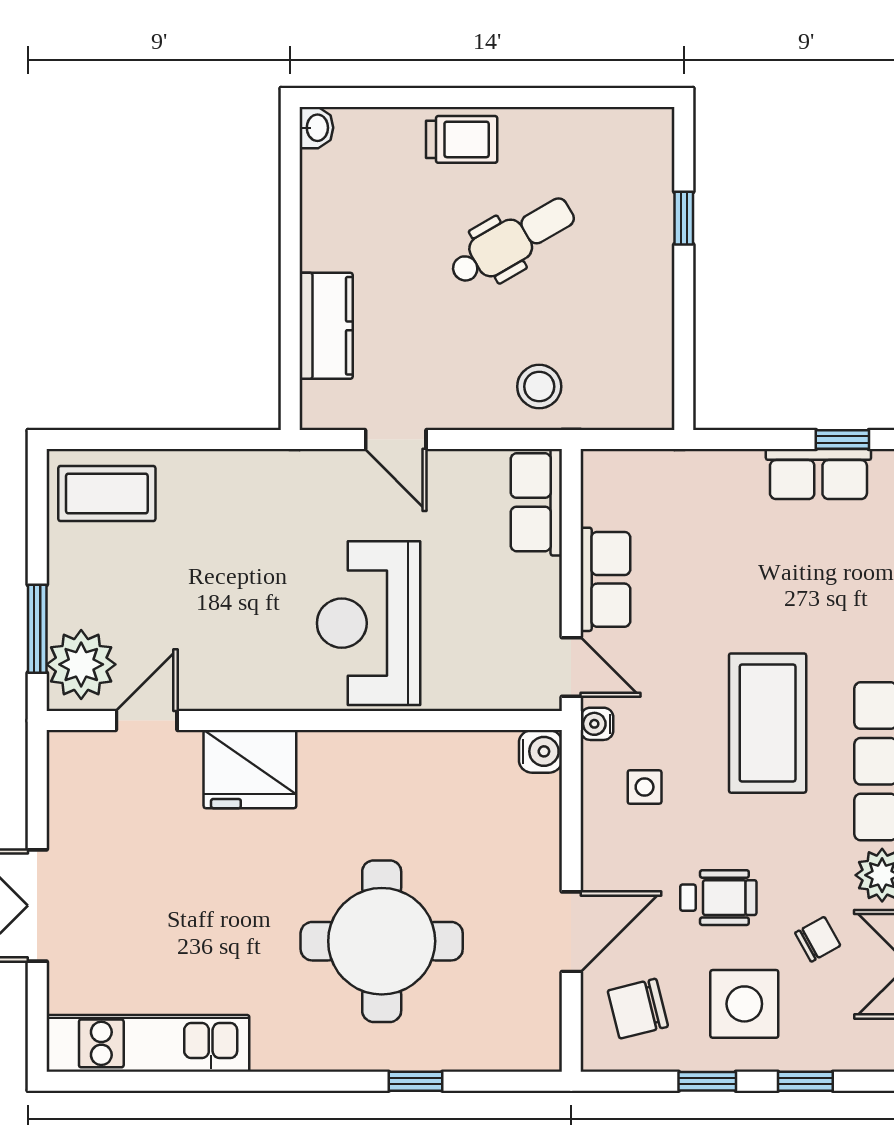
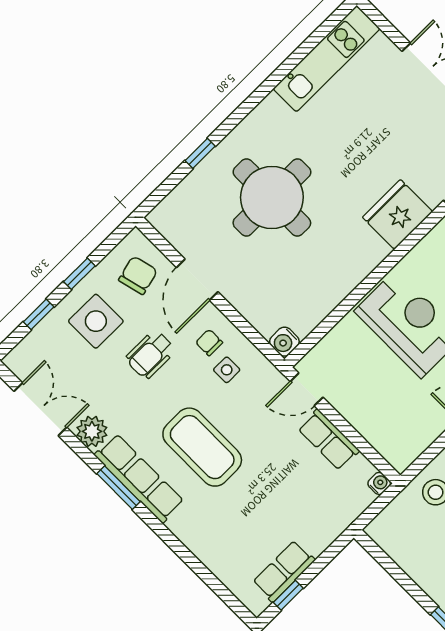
row of seats: (536, 502) -> (389, 443), removed
water cooler: (597, 724) -> (379, 483), moved
chair: (818, 939) -> (209, 342), moved, turned 119

